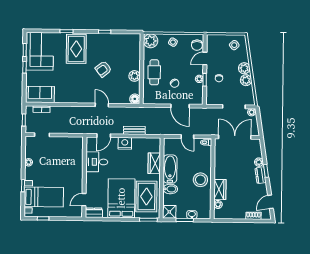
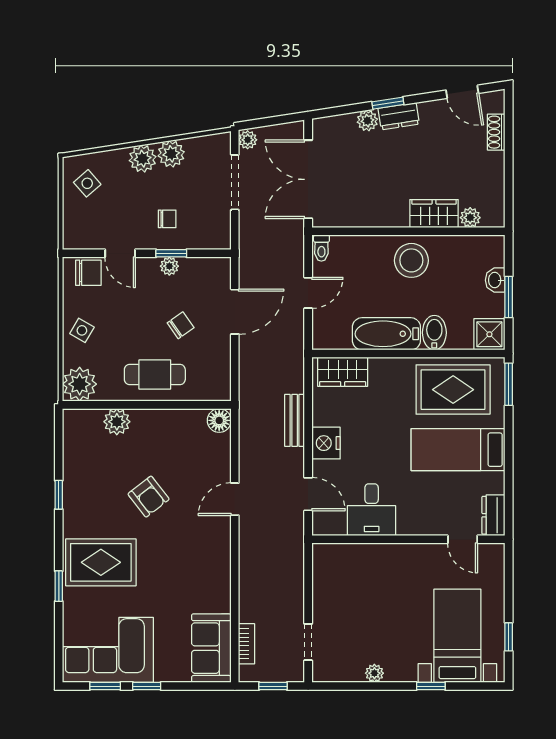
plant: (134, 76) -> (117, 422), moved
wardrobe: (154, 163) -> (343, 372), moved
bed: (121, 198) -> (458, 450), width x0.67

